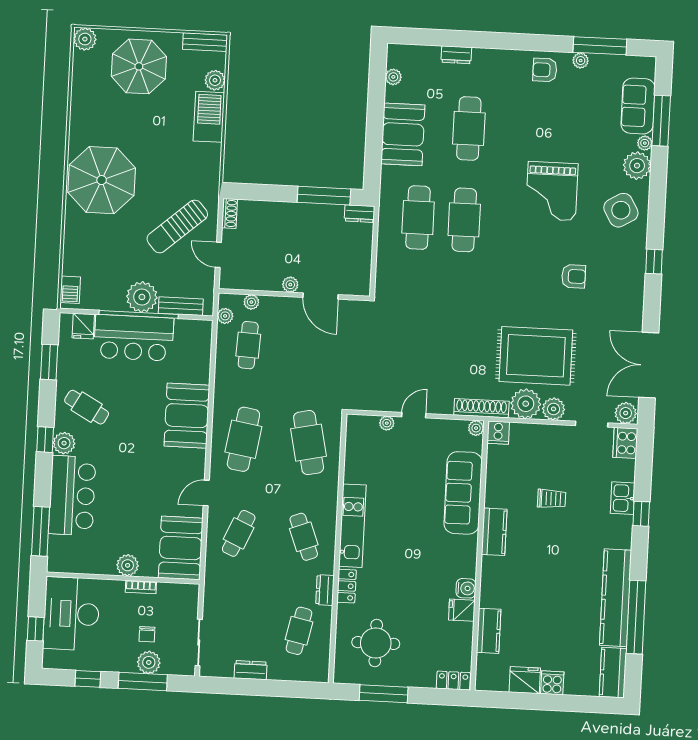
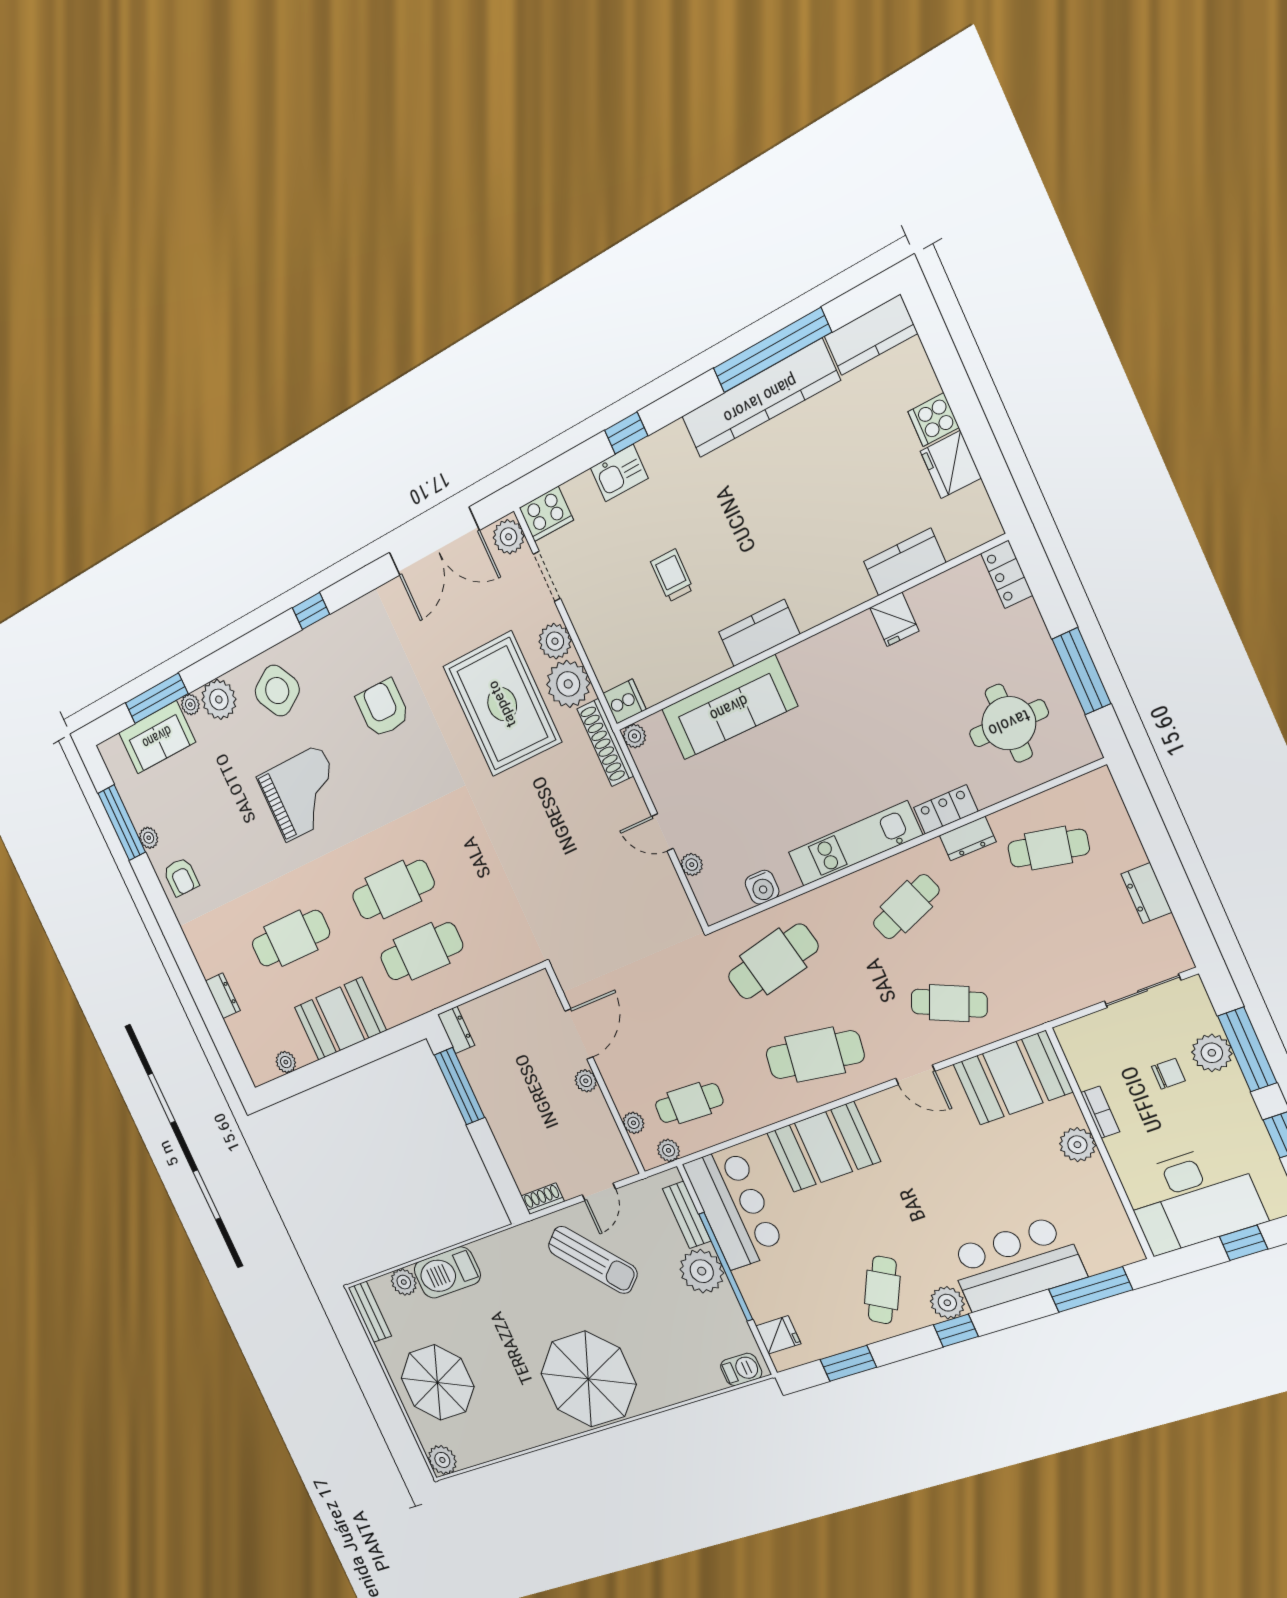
armchair: (574, 276) -> (383, 708), width x1.38, depth x1.38
bar counter: (134, 338) -> (734, 1208), moved
water cooler: (466, 588) -> (762, 887), moved, turned 180

